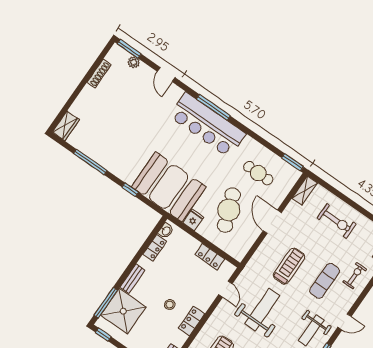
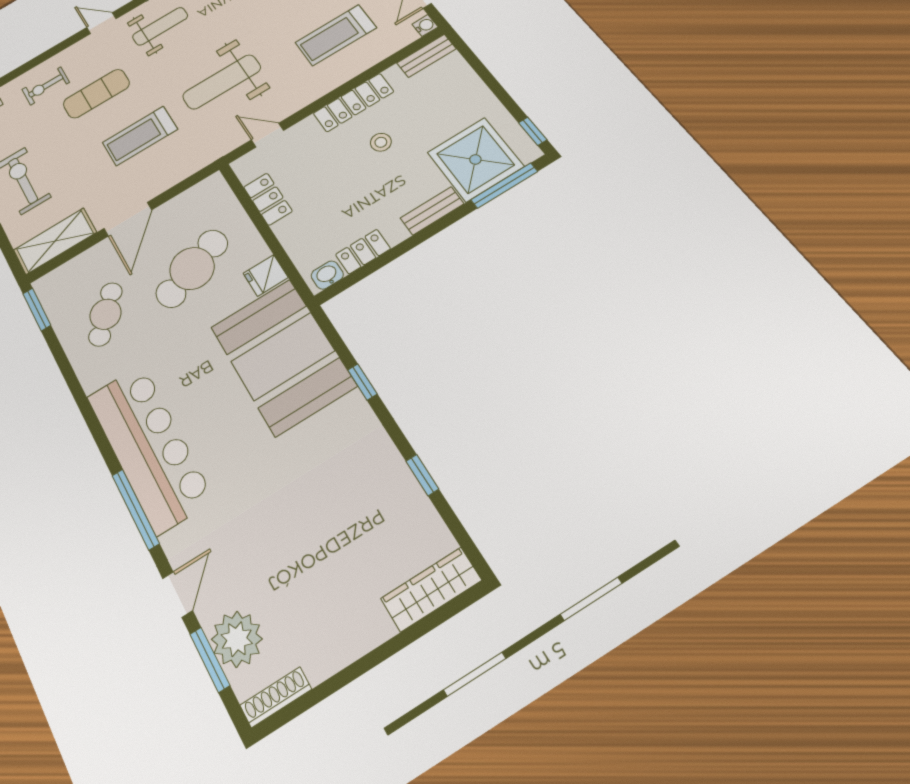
window: (129, 49) -> (210, 660), moved
plant: (134, 62) -> (237, 639), width x1.87, depth x1.87
shoe rack: (99, 73) -> (276, 697), moved
window: (213, 107) -> (135, 509), moved
wardrobe: (66, 126) -> (431, 589), width x1.50
window: (90, 162) -> (422, 475), width x0.46
cafe table: (258, 173) -> (106, 314), turned 41
shelving: (305, 191) -> (55, 241), width x1.50, depth x1.33
door: (225, 289) -> (267, 135), hinge flipped
locker: (192, 321) -> (353, 102), width x1.53

